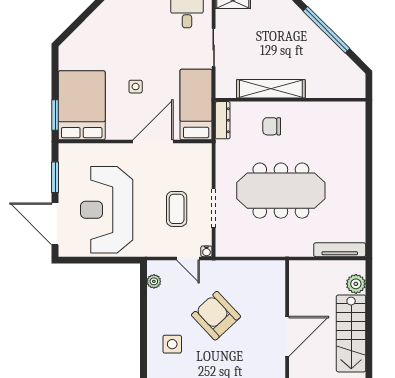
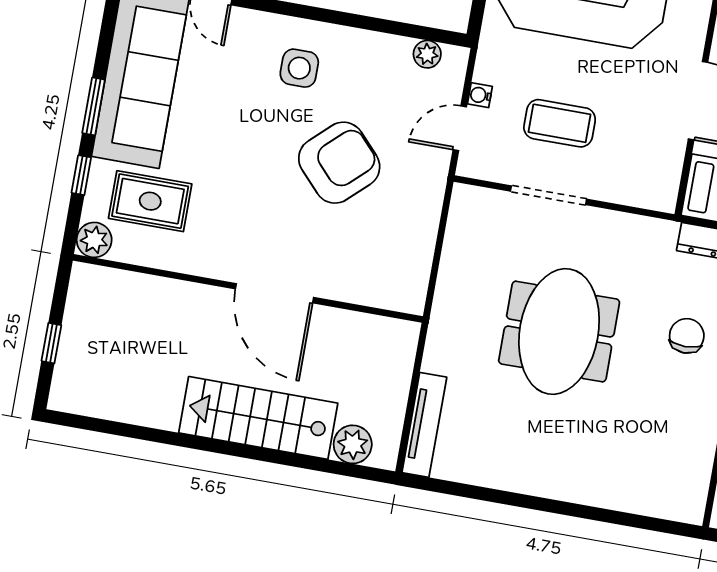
meeting table: (281, 191) -> (559, 332), width x0.73
water cooler: (206, 251) -> (480, 95), moved

